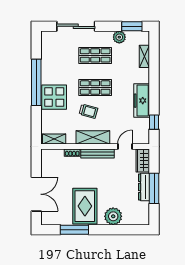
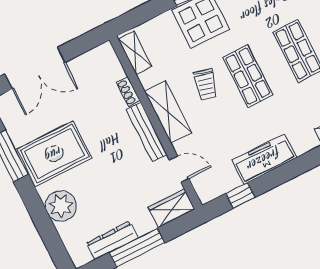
dresser: (144, 187) -> (112, 240), moved

